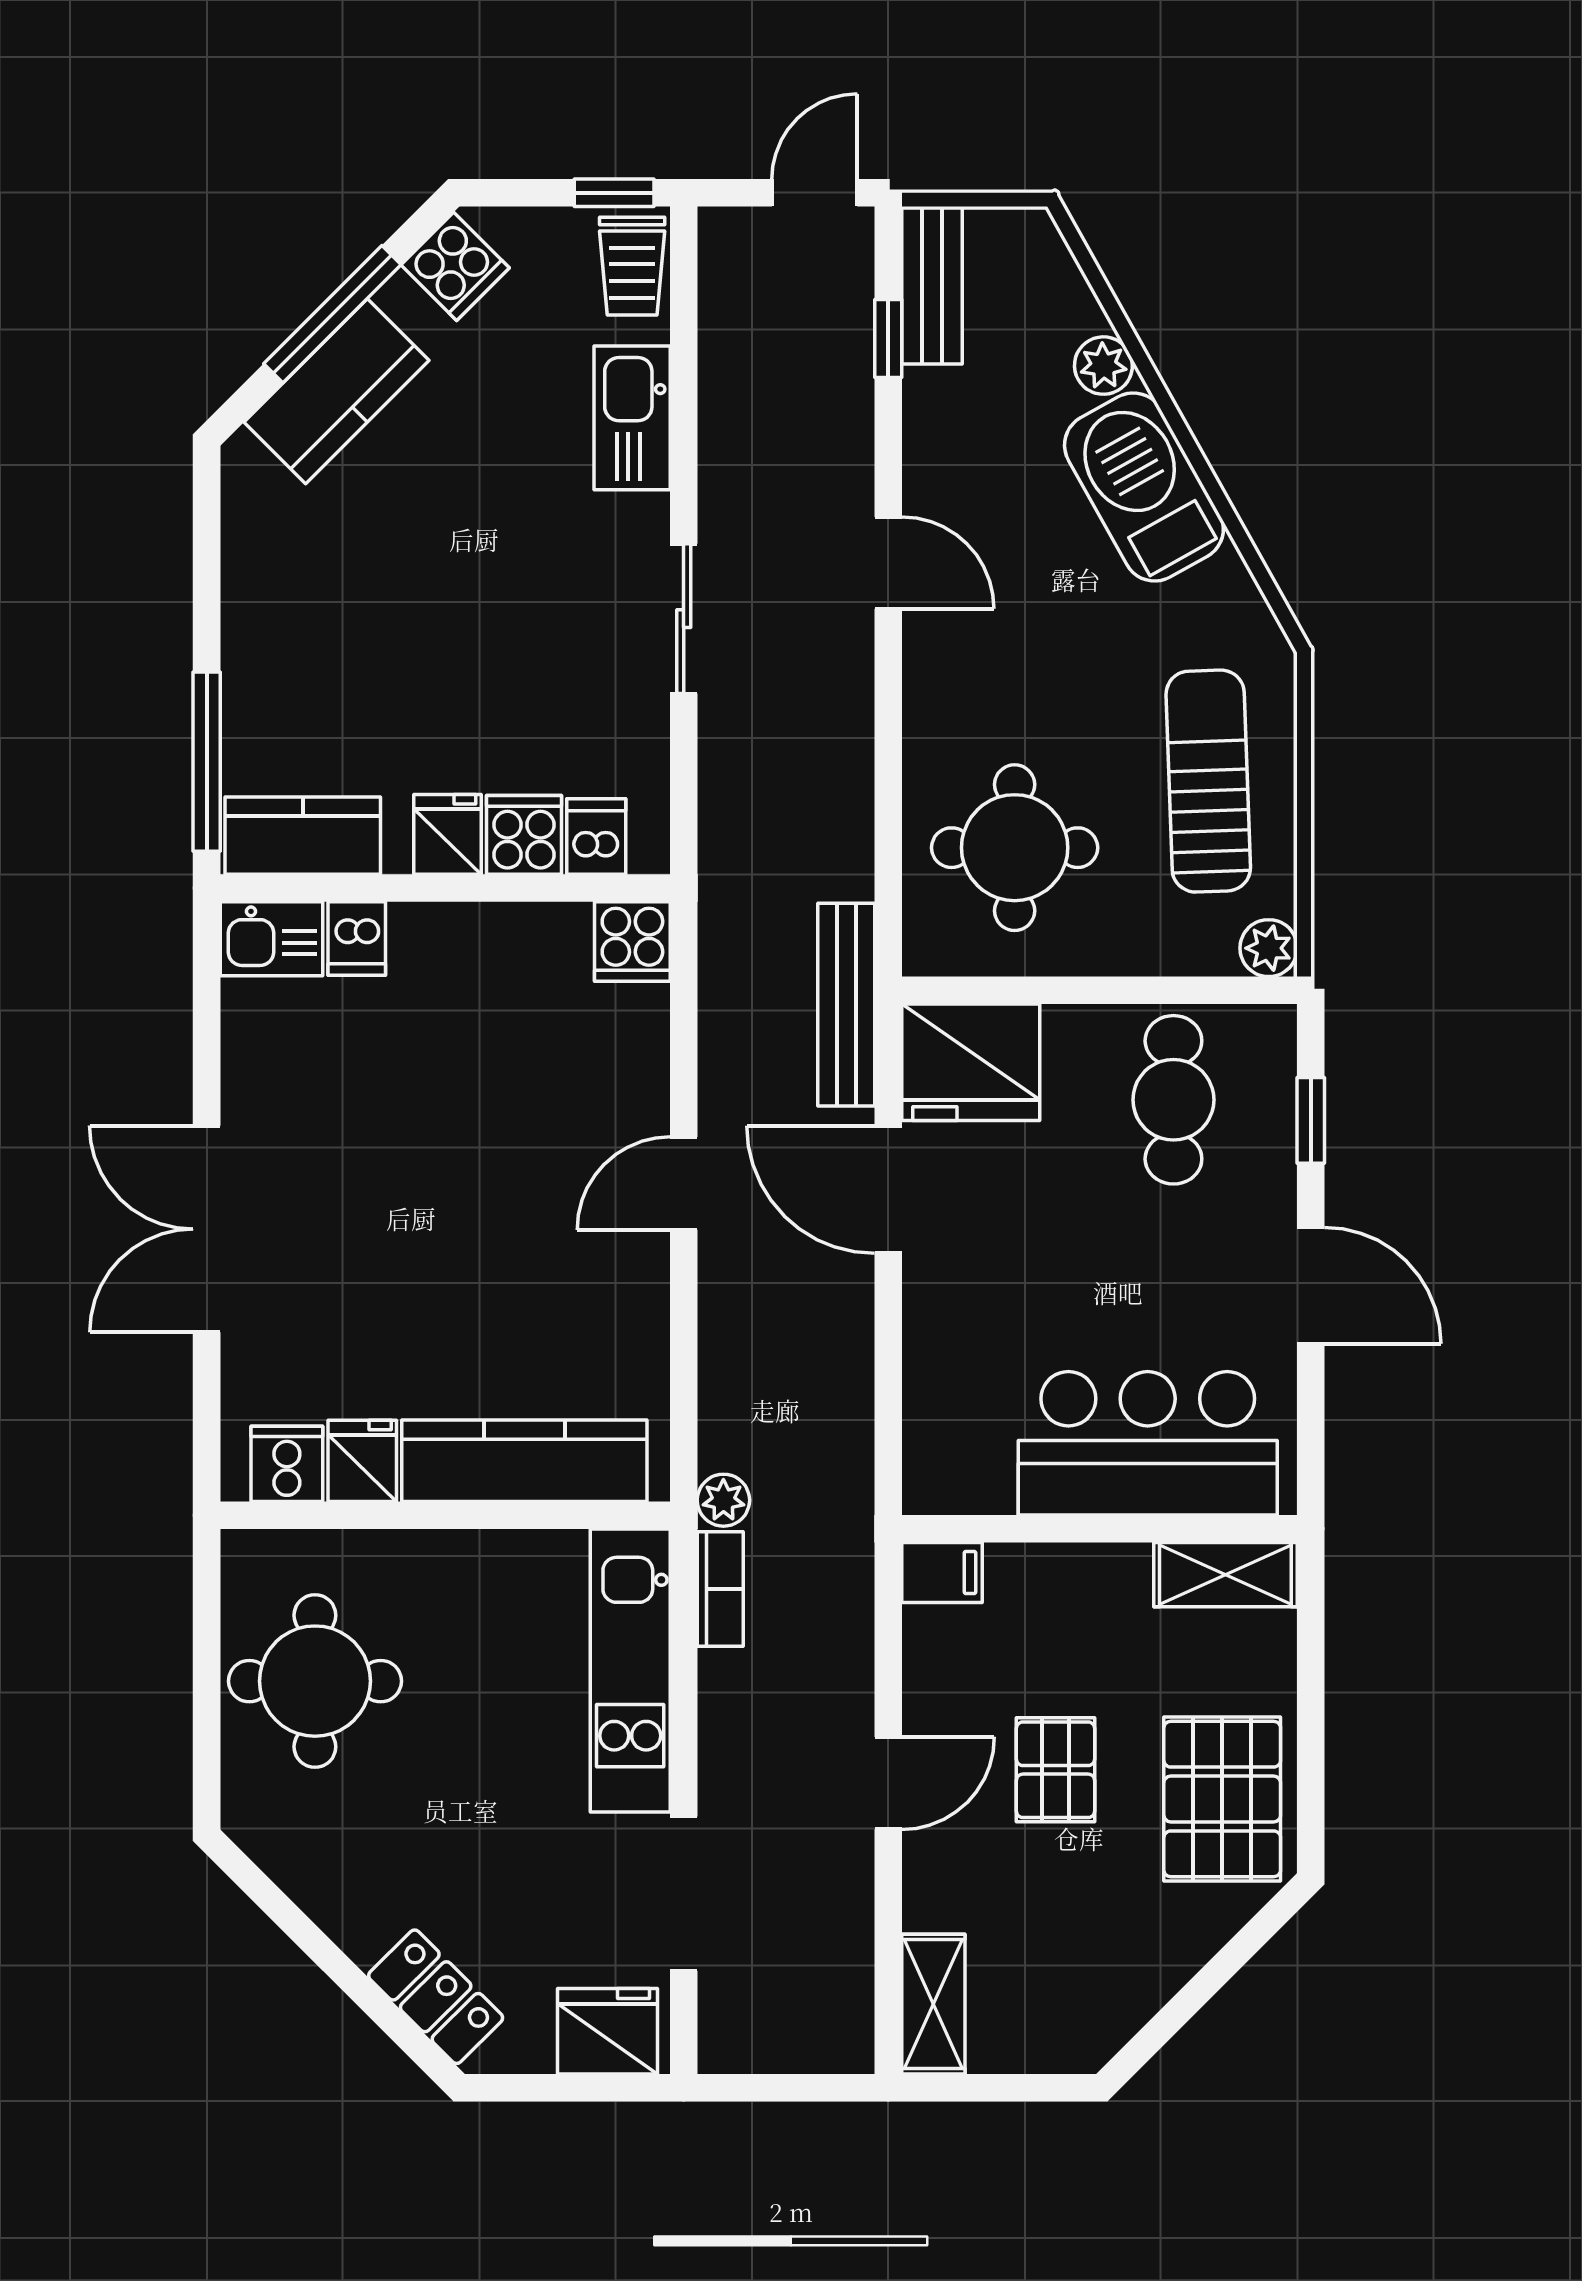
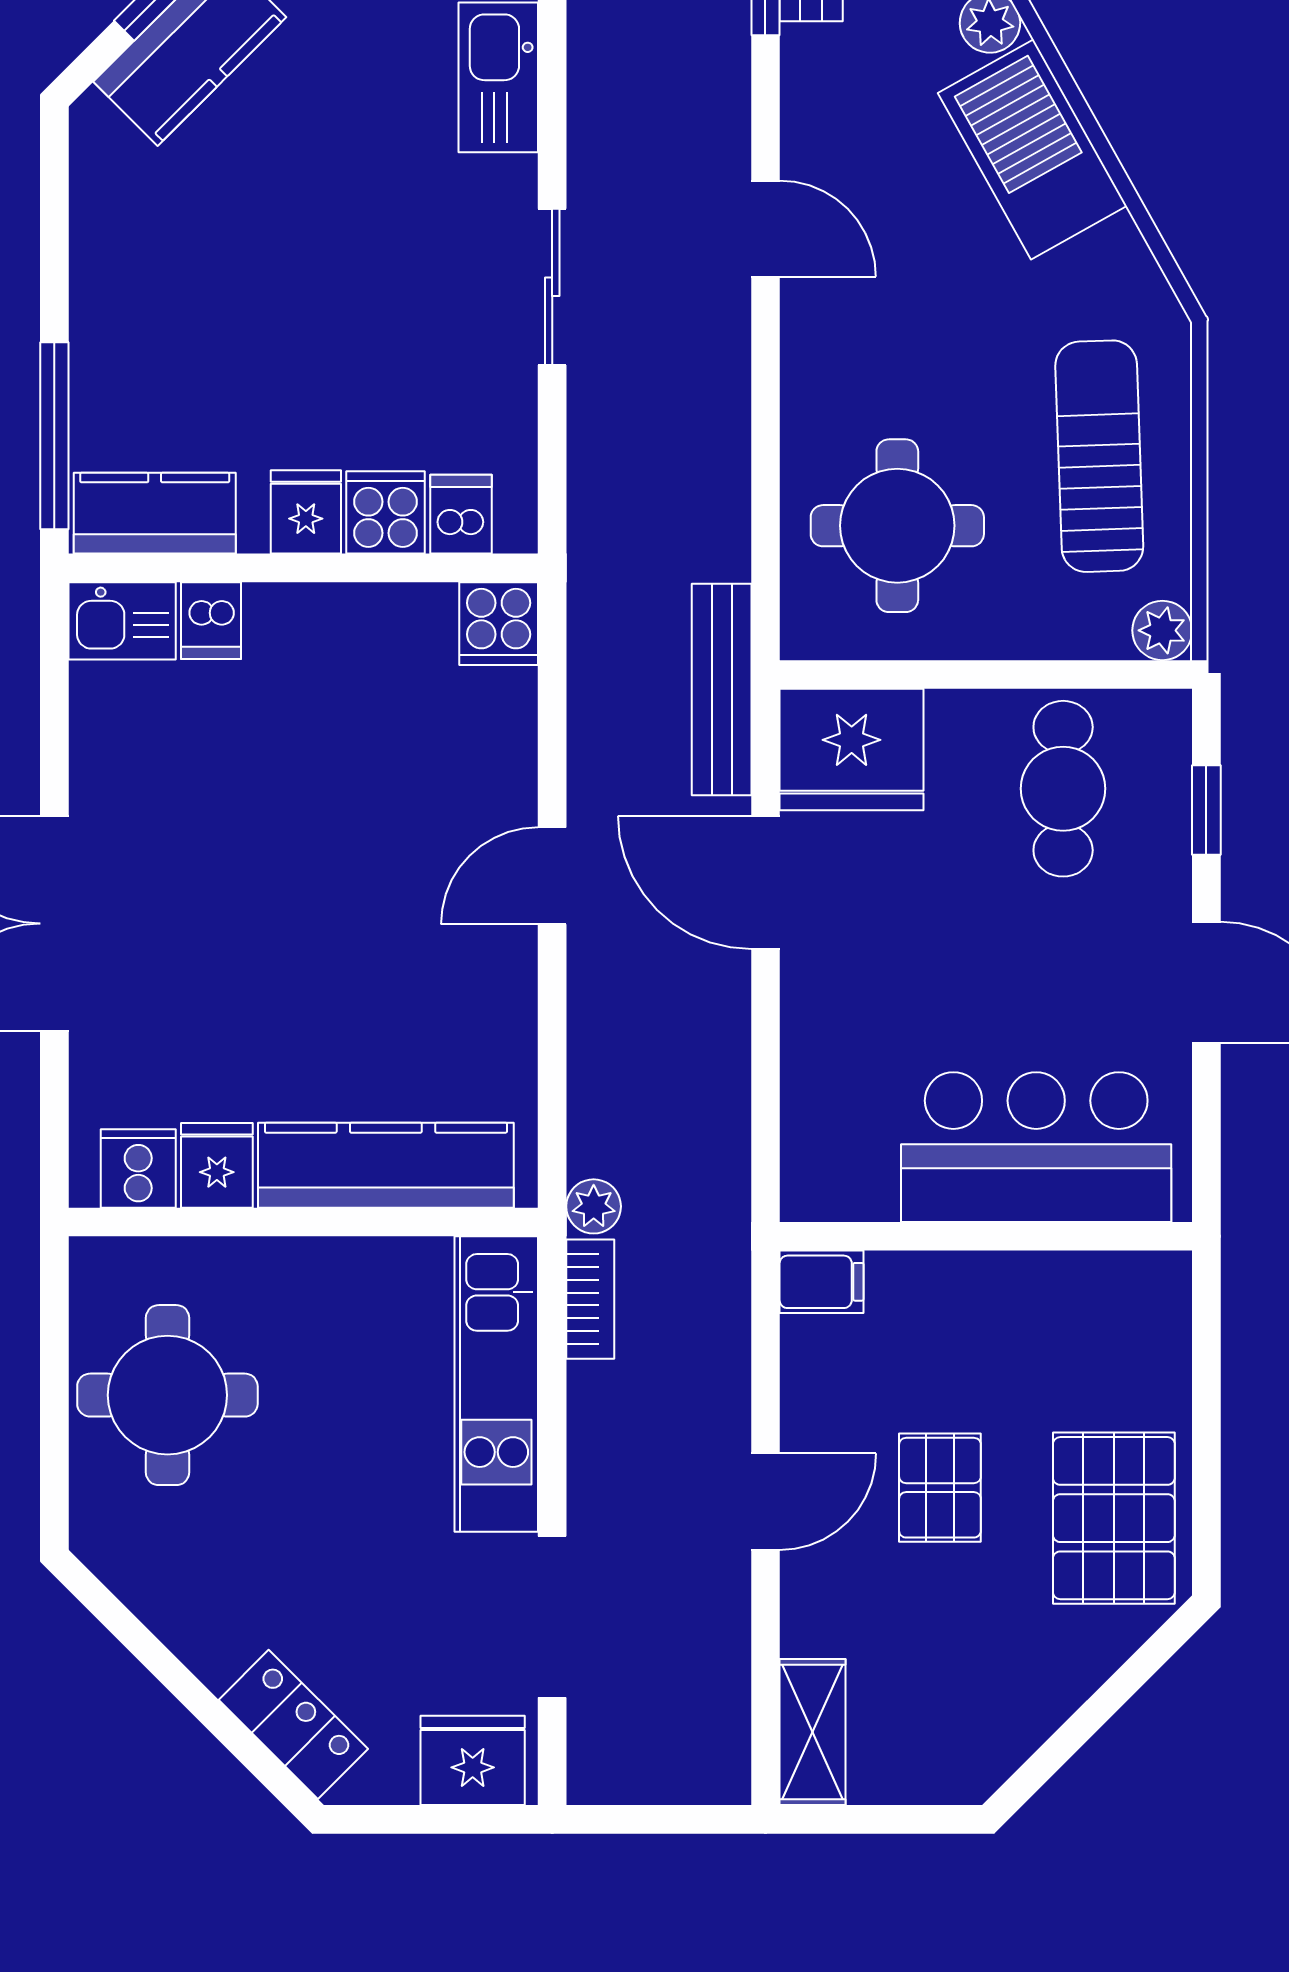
shelving: (1225, 1575) -> (1117, 1284), removed

